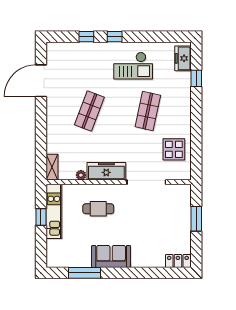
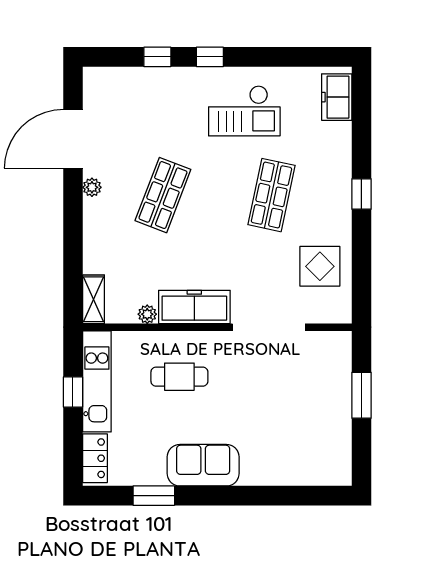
window: (196, 78) -> (361, 194), moved
plant: (51, 107) -> (92, 187), added
locker: (178, 261) -> (95, 458), moved, turned 90
window: (84, 273) -> (154, 496), width x0.69

